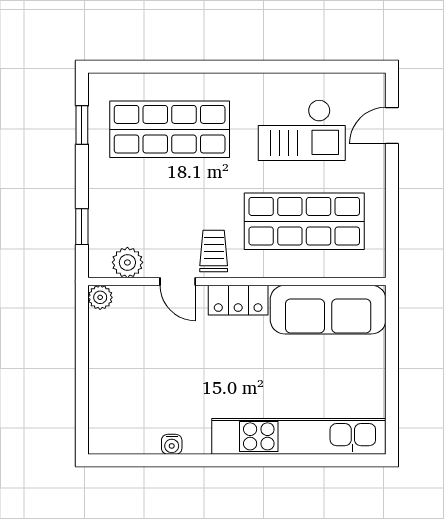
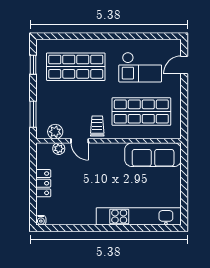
window: (82, 227) -> (33, 114), width x1.50
plant: (100, 297) -> (59, 149), moved
locker: (238, 300) -> (43, 183), moved, turned -90
water cooler: (172, 444) -> (41, 220), moved

